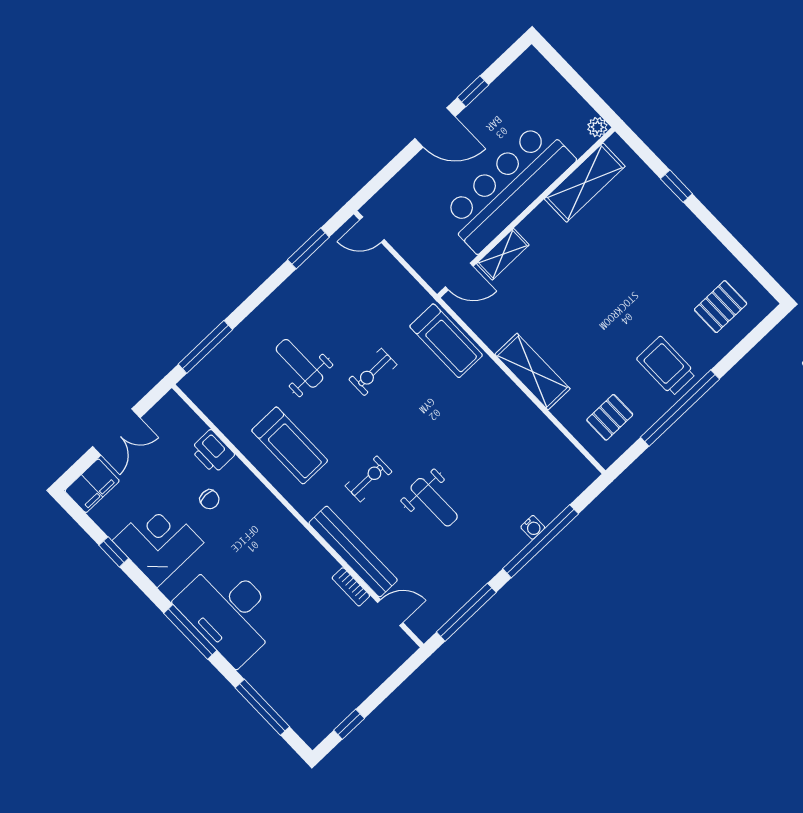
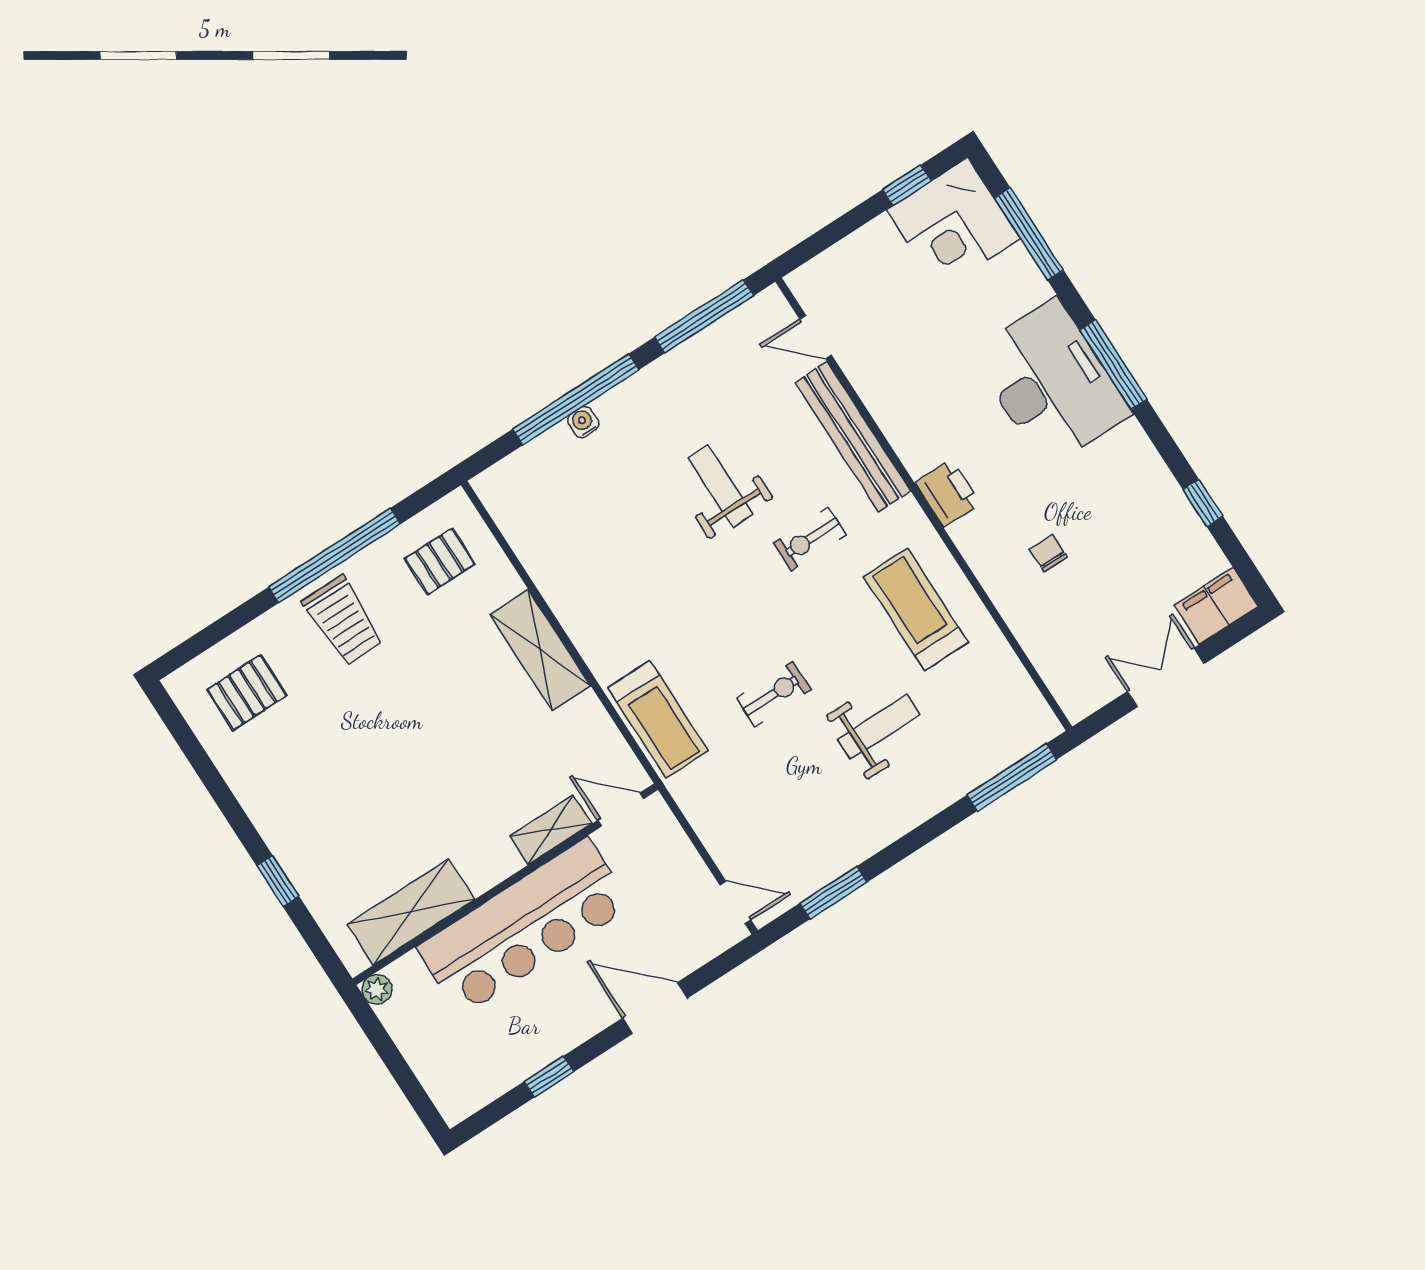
door: (435, 128) -> (655, 1008), moved
treadmill: (446, 341) -> (658, 719), turned 180
weight bench: (299, 363) -> (879, 727), turned -90
printer: (212, 452) -> (948, 493), moved
corner desk: (158, 542) -> (953, 224), moved
bookcase: (351, 587) -> (866, 386), removed

